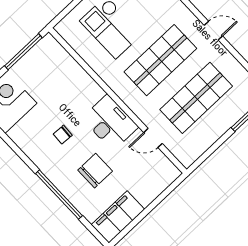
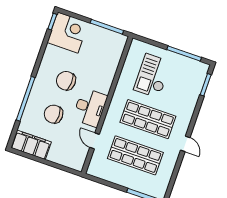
chair: (63, 135) -> (66, 81), width x1.87, depth x1.87
chair: (95, 171) -> (54, 114), turned 180

